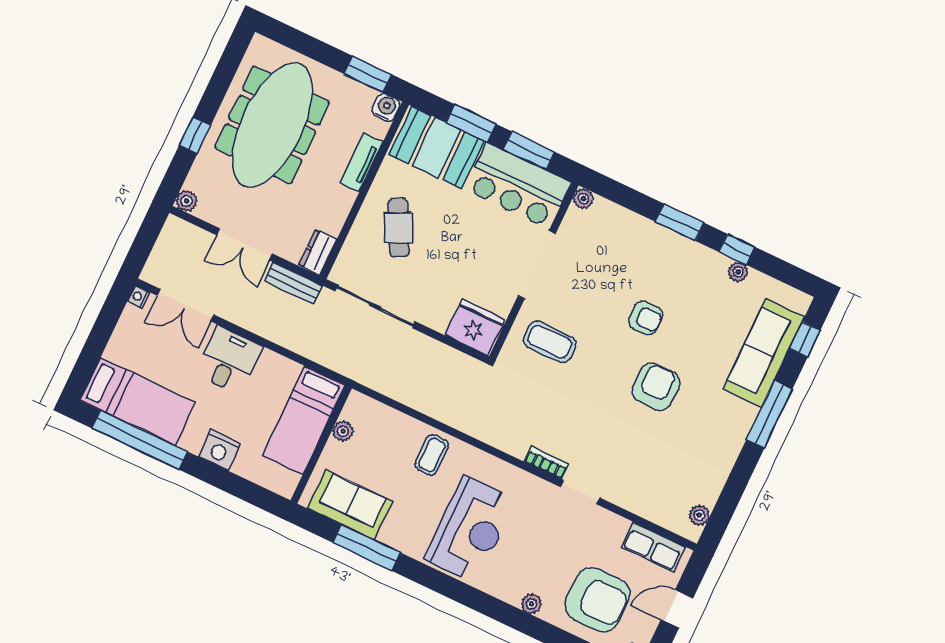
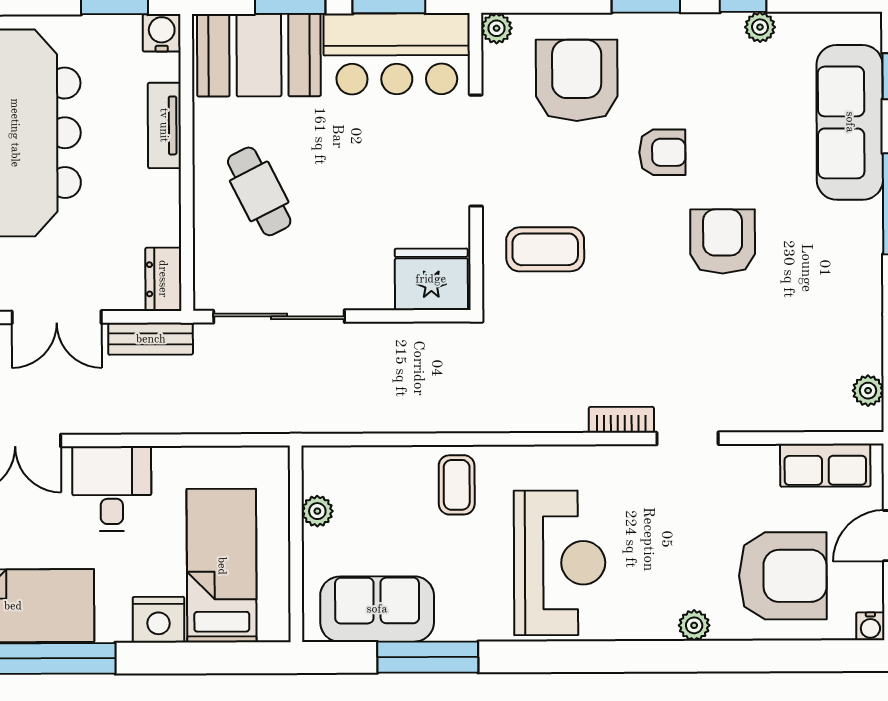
armchair: (616, 252) -> (577, 80), added
bed: (304, 420) -> (222, 566), moved, turned 180

